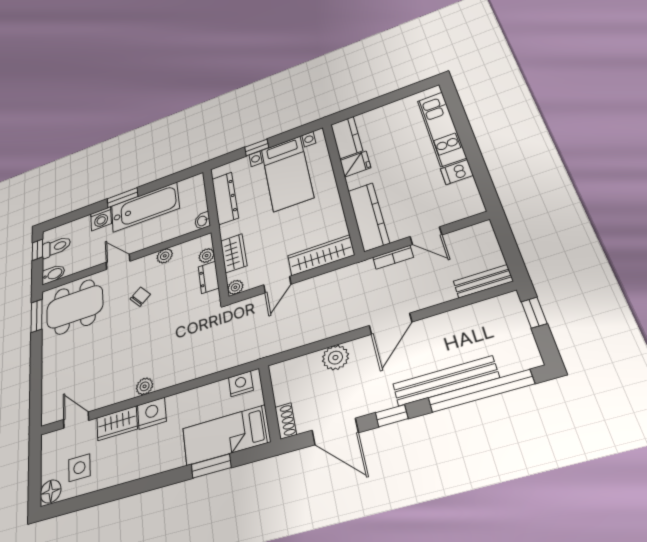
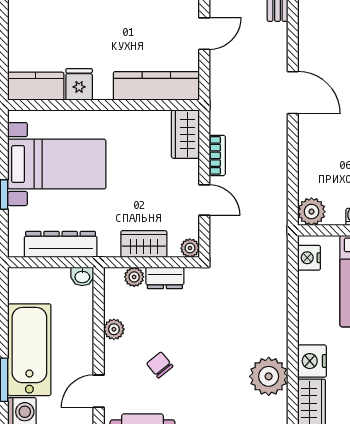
wardrobe: (321, 255) -> (185, 134), width x0.67
bookcase: (393, 257) -> (217, 155), moved
plant: (335, 358) -> (311, 212), moved
plant: (145, 386) -> (269, 376), width x1.88, depth x1.88

